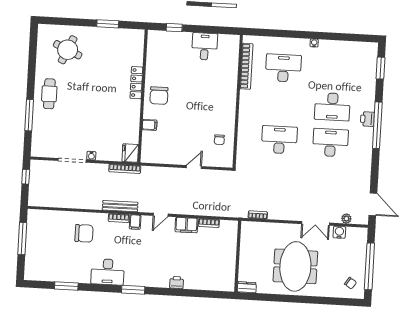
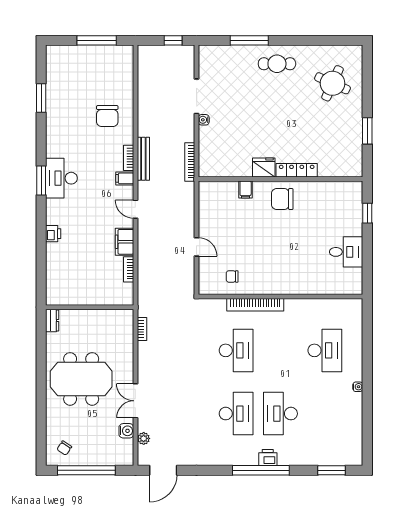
bookcase: (246, 66) -> (255, 305), moved
fridge: (130, 153) -> (264, 168), moved
desk: (108, 272) -> (61, 178), moved

